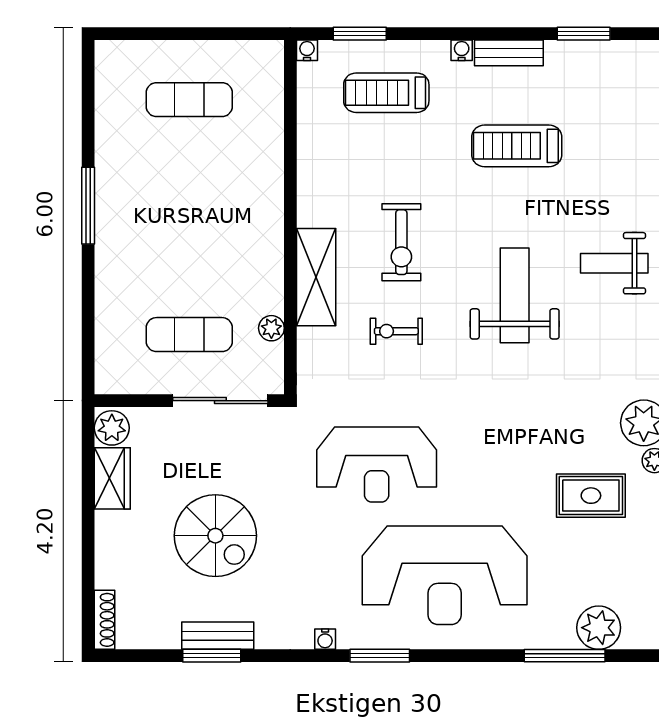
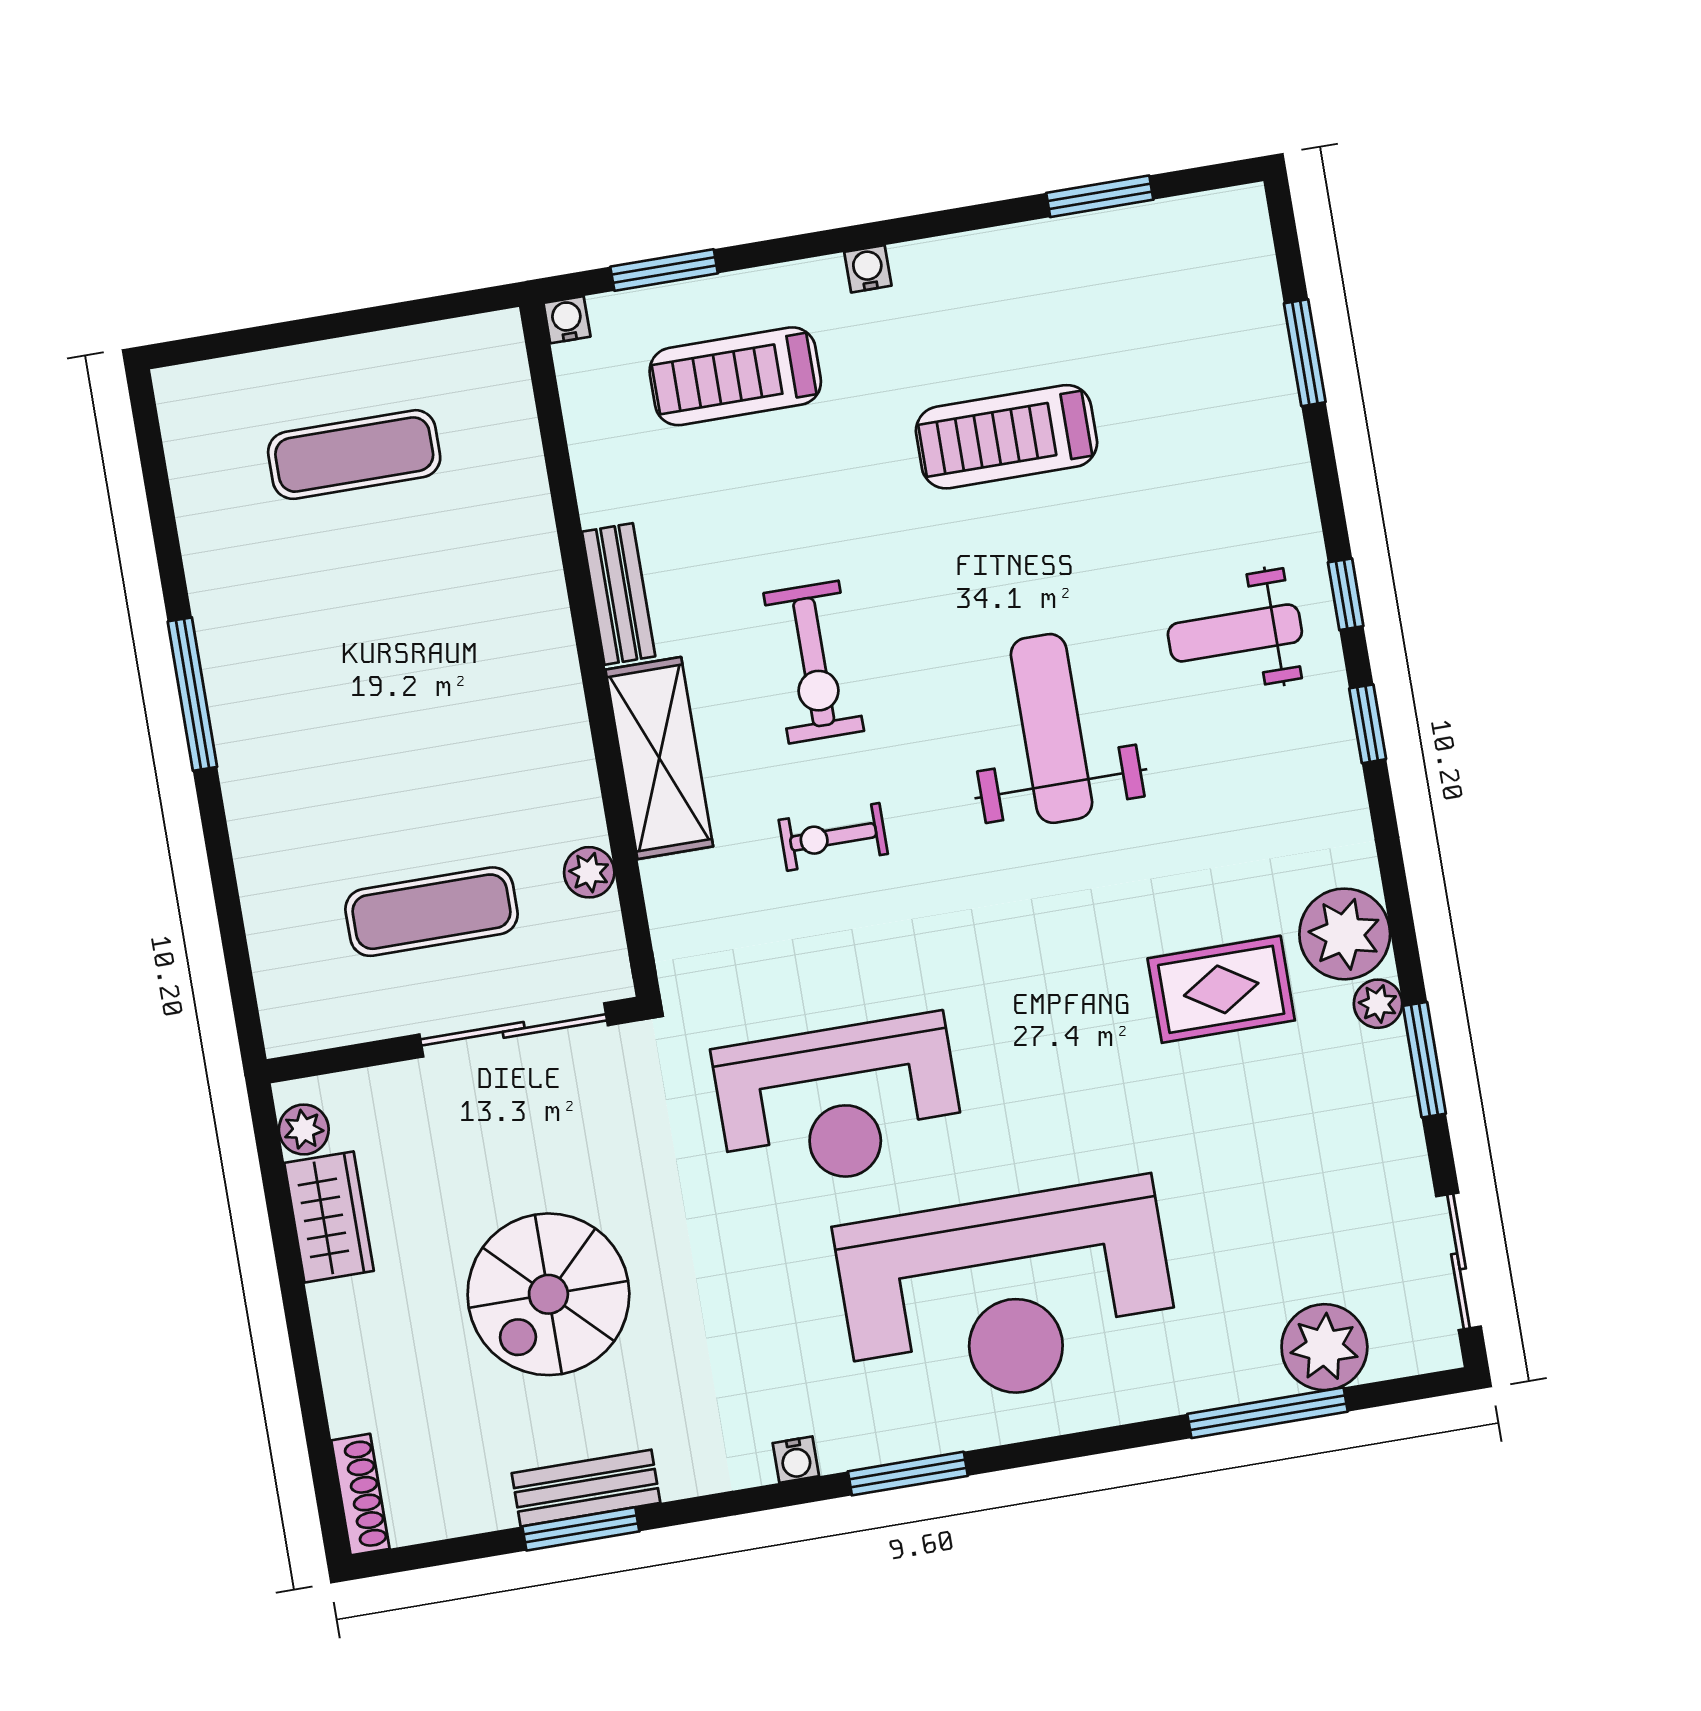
bench: (509, 53) -> (619, 594), moved, turned 90
plant: (112, 428) -> (304, 1129), width x0.73, depth x0.73
rug: (591, 496) -> (1221, 989), moved
spiral stairs: (215, 536) -> (548, 1294), turned 90

